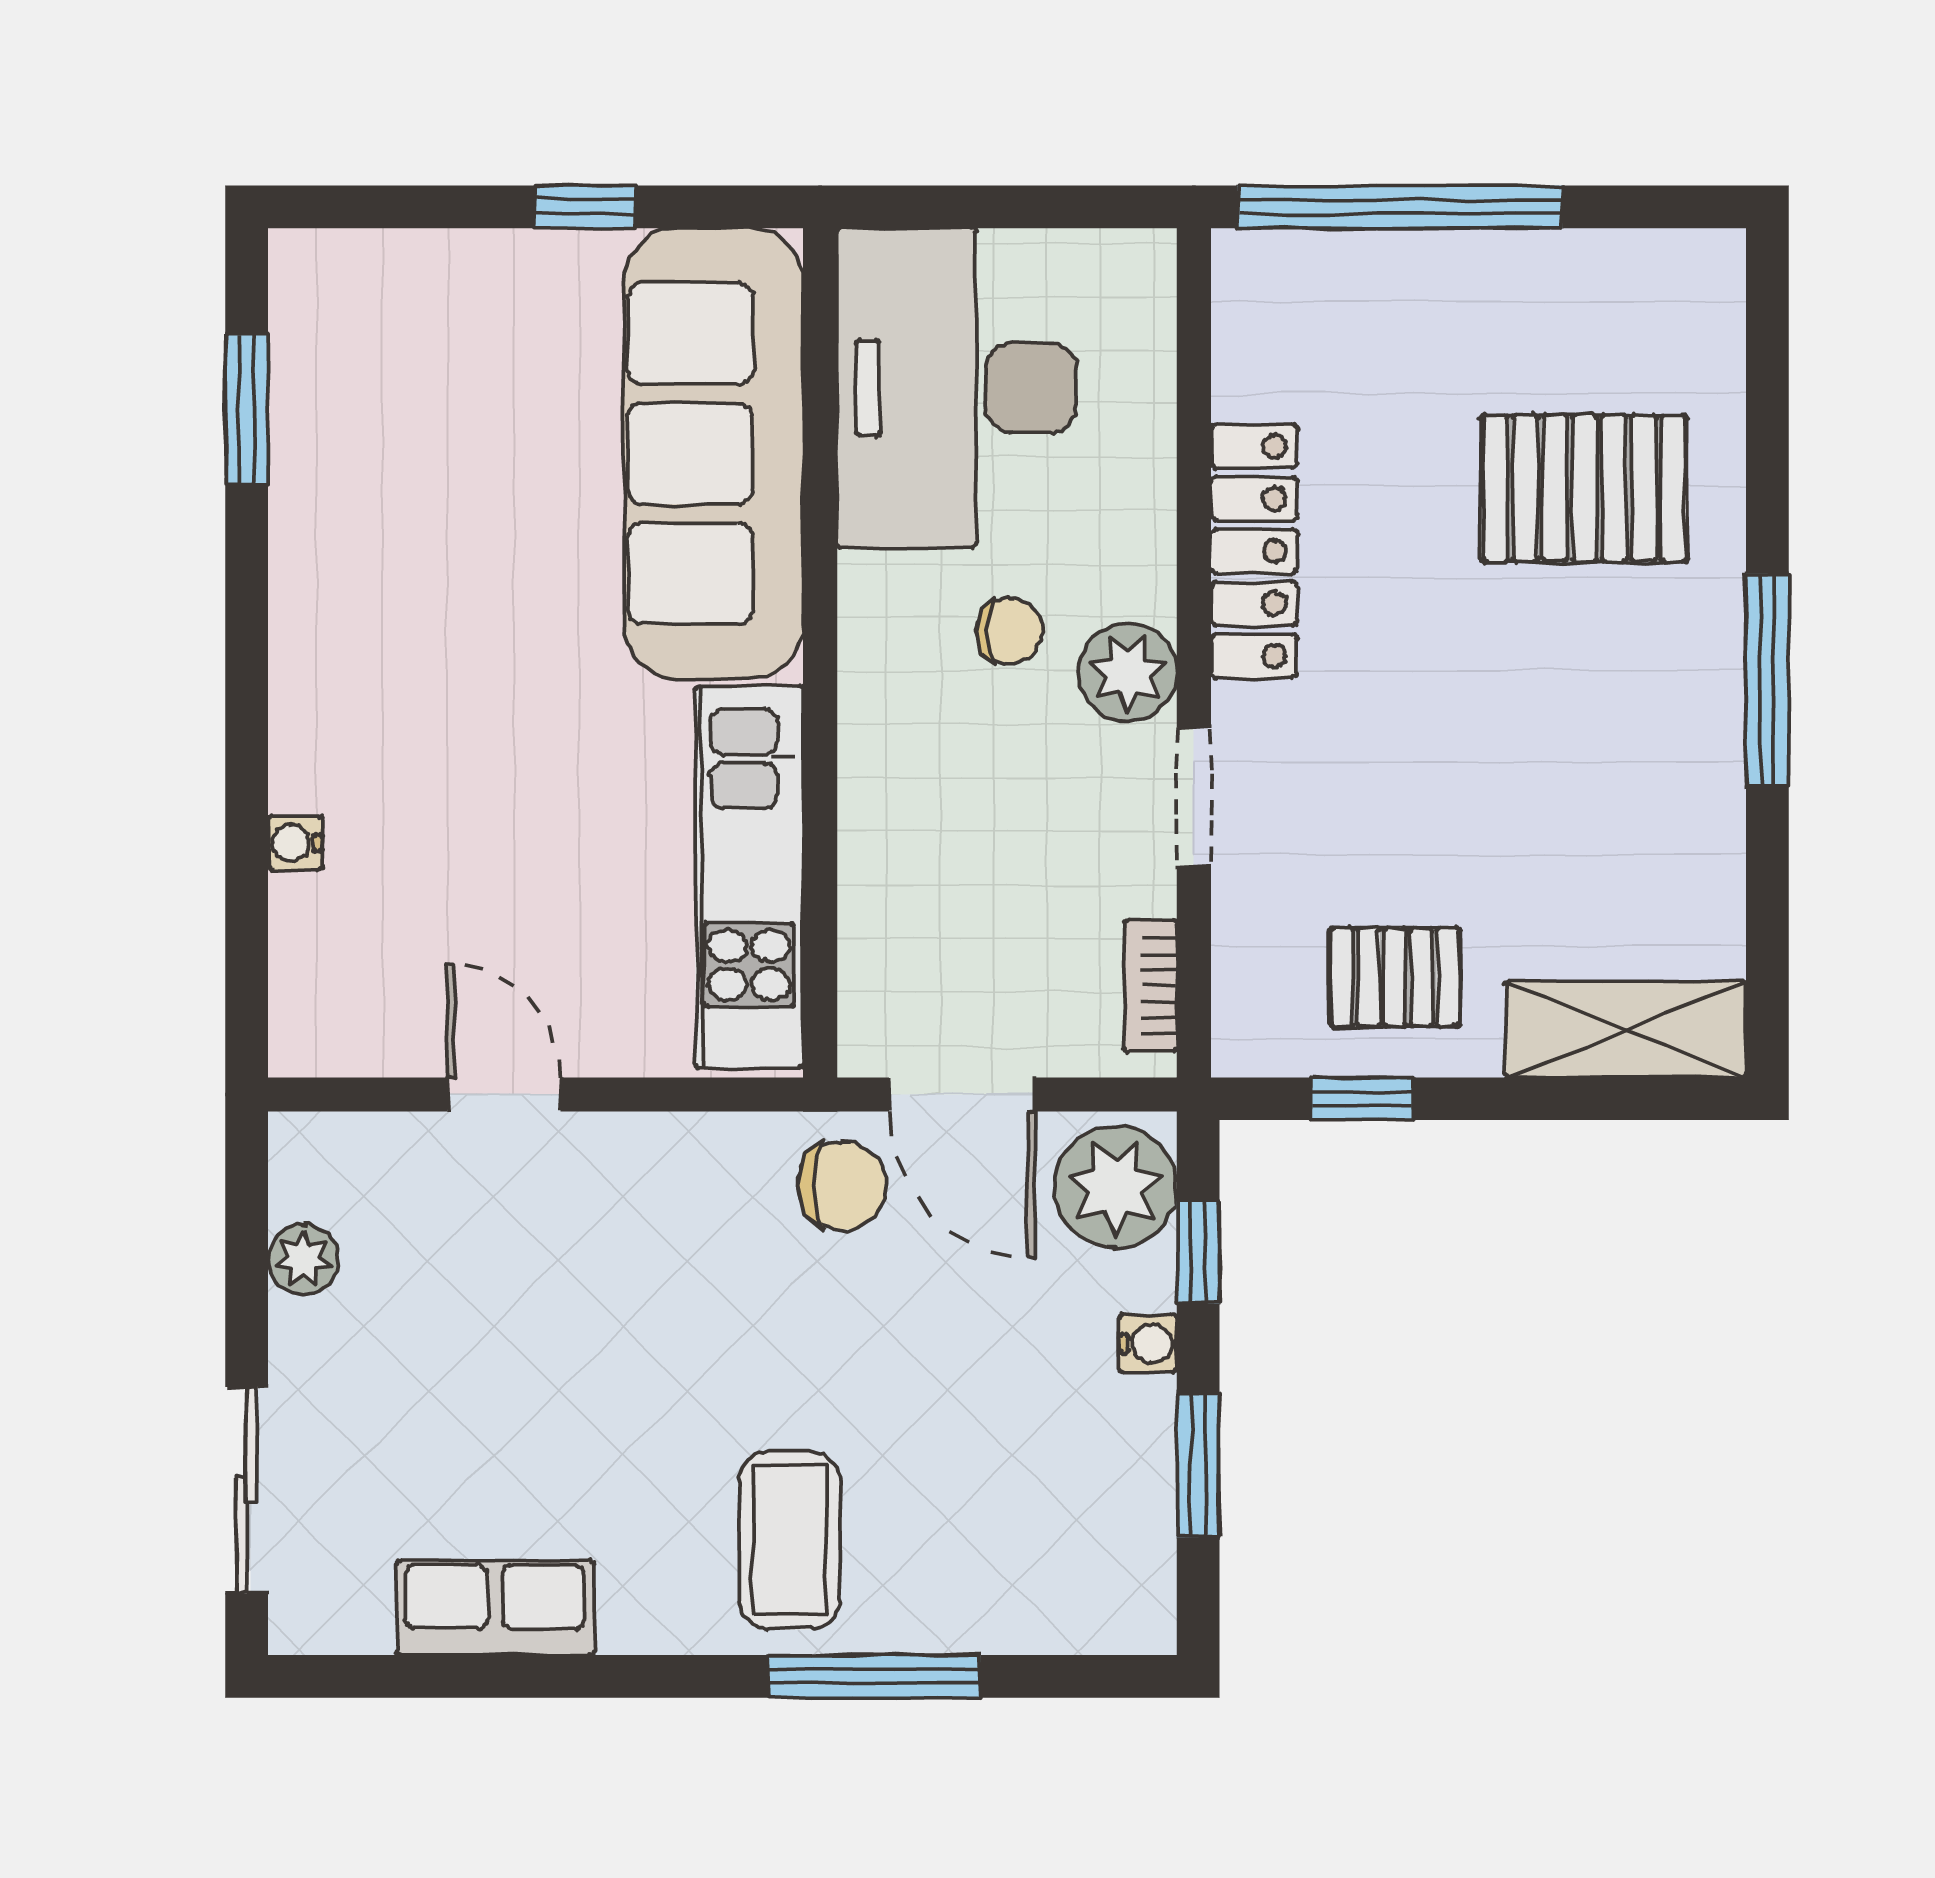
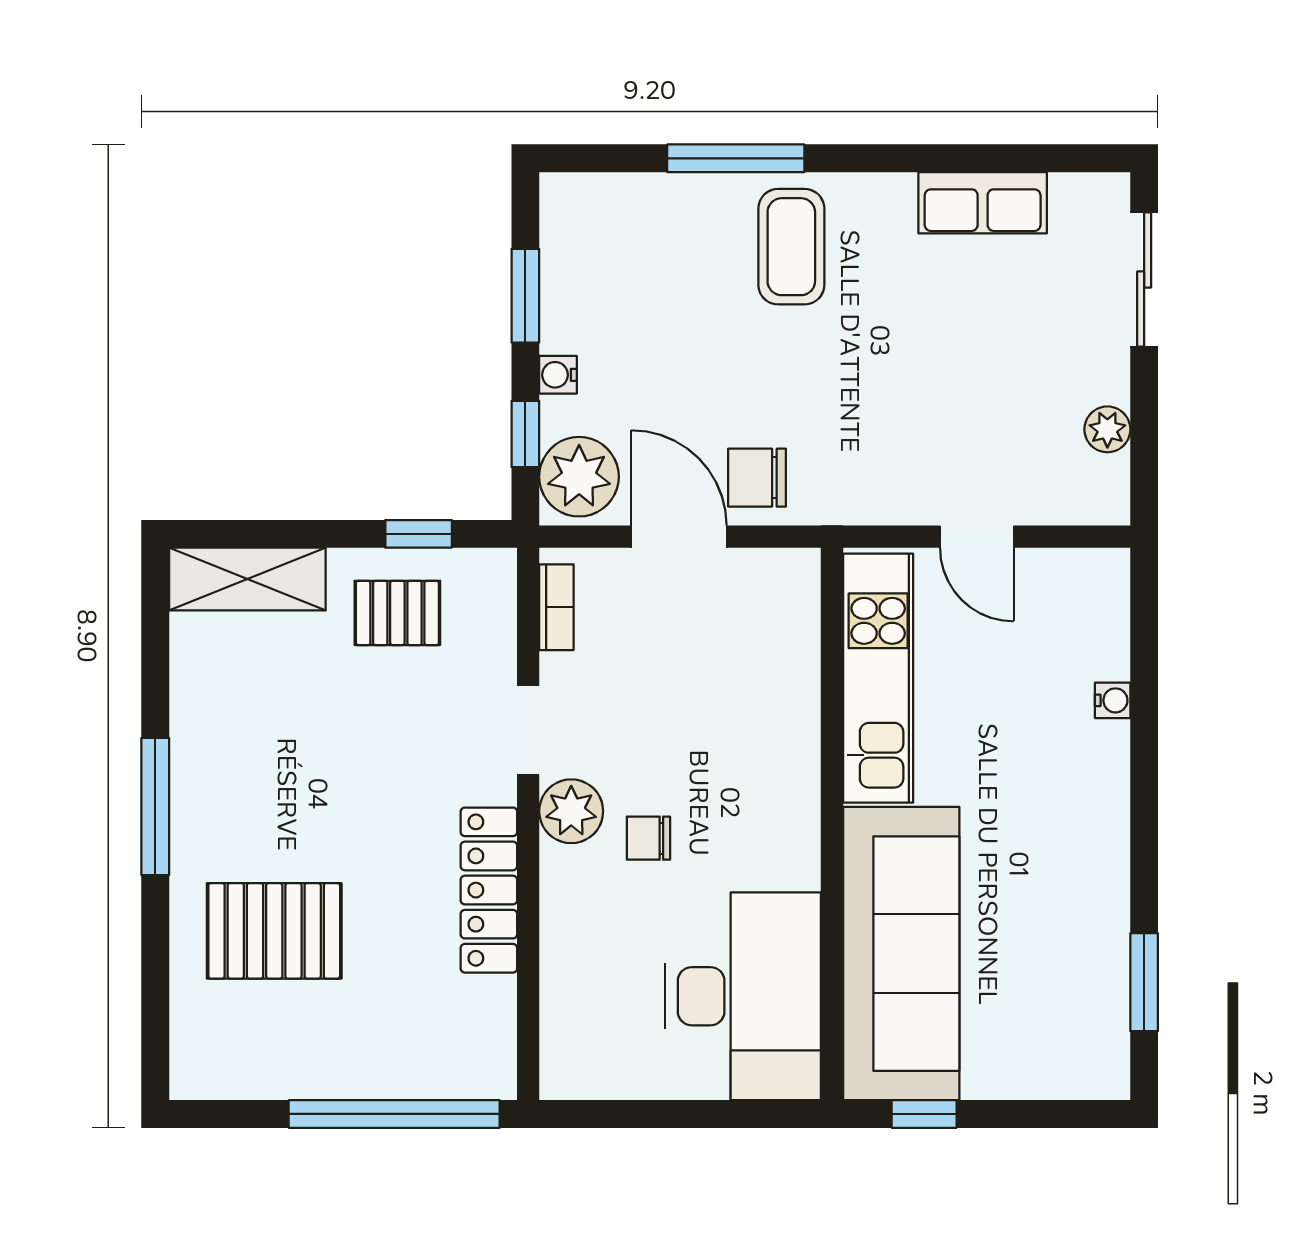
desk: (957, 388) -> (743, 996), moved
sofa: (714, 453) -> (901, 954), moved
wall: (820, 653) -> (832, 824), moved
kitchen unit: (749, 877) -> (878, 678), moved

